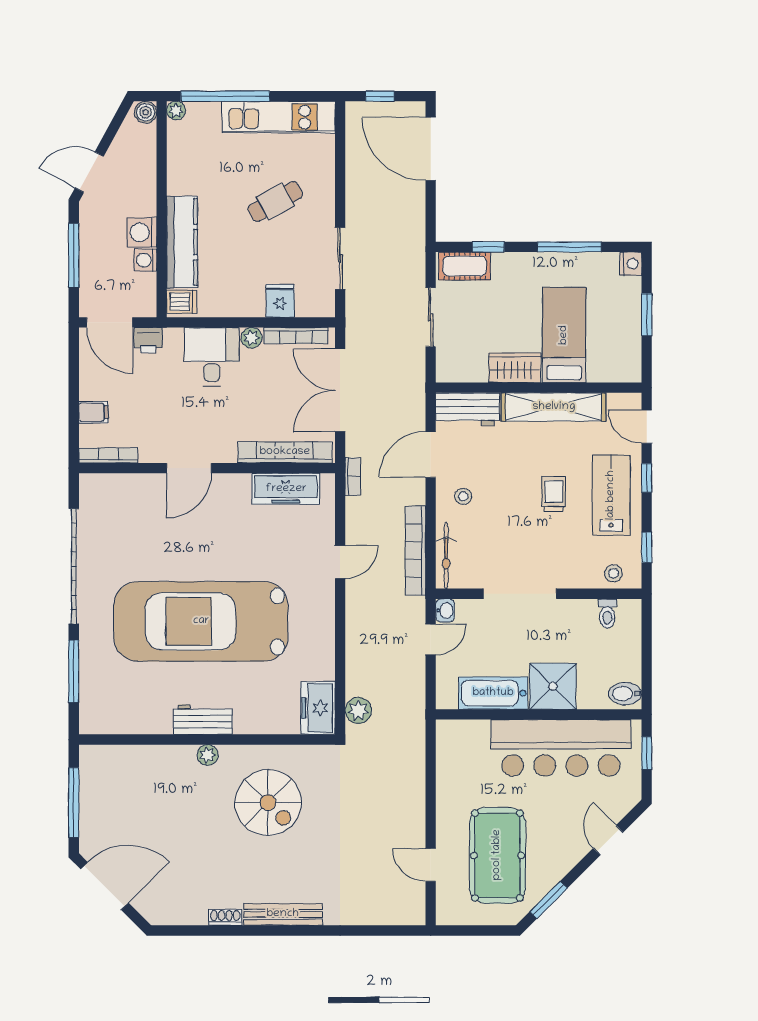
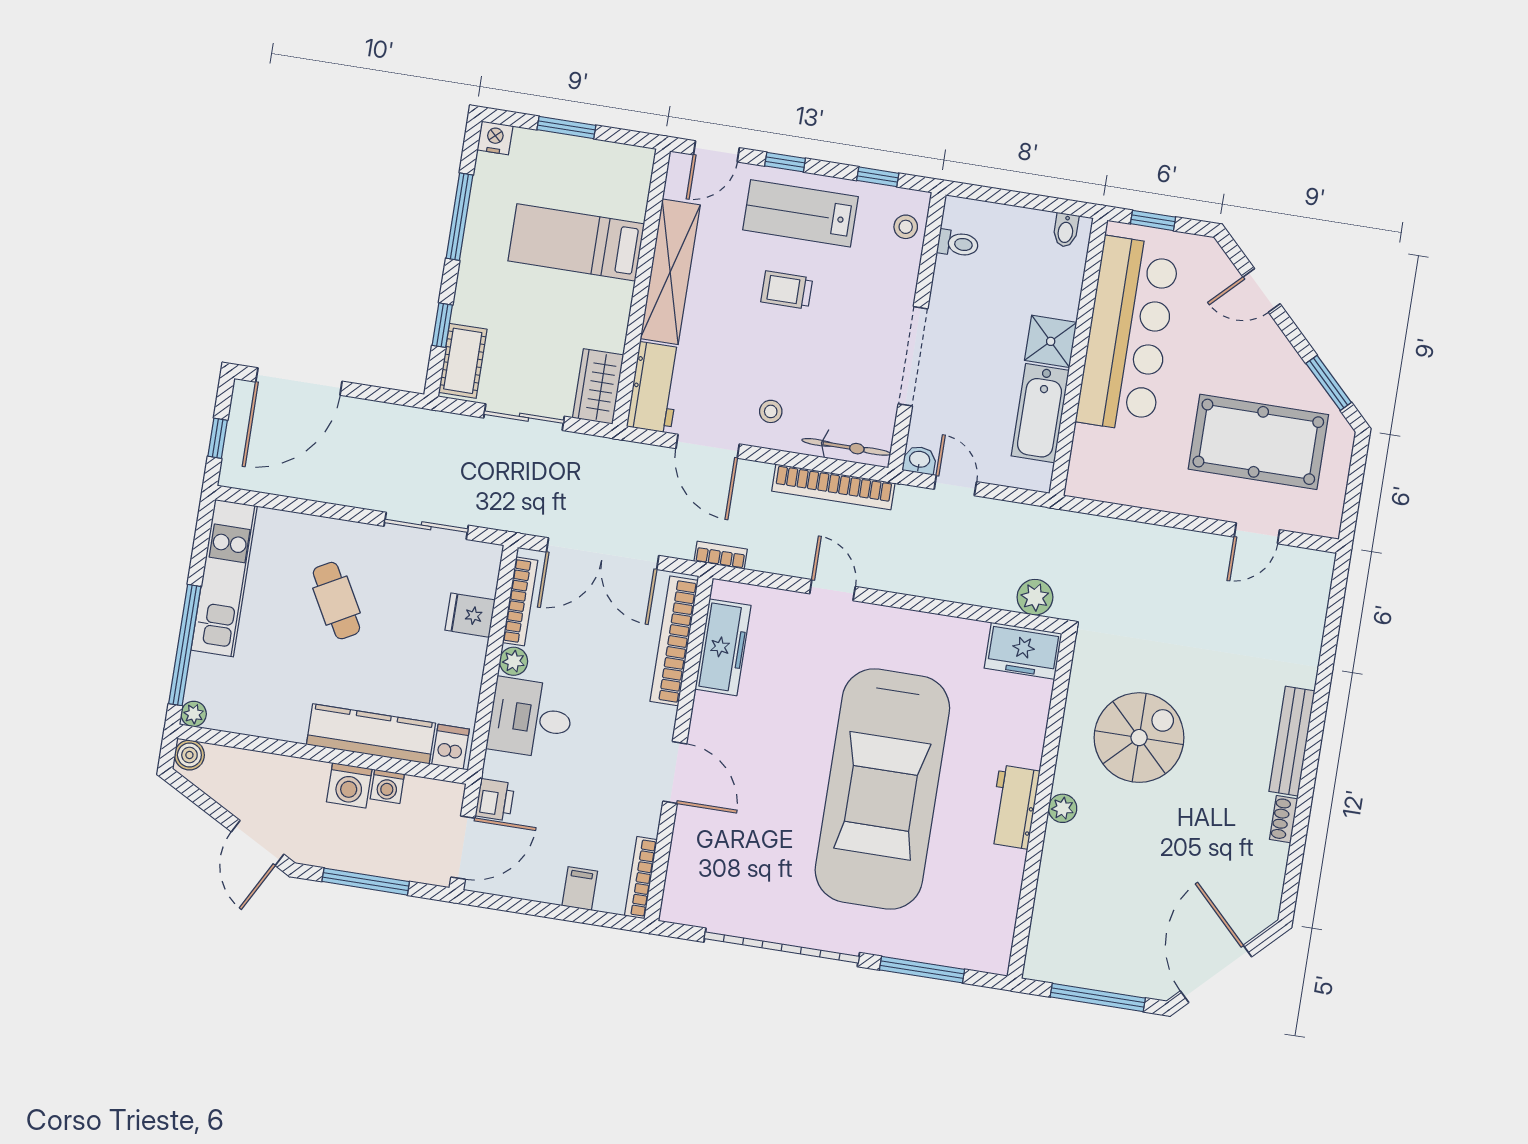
wardrobe: (515, 368) -> (598, 386), moved
shower: (553, 686) -> (1051, 341), width x0.73, depth x0.73
bidet: (625, 694) -> (1066, 230), width x0.72, depth x0.74

